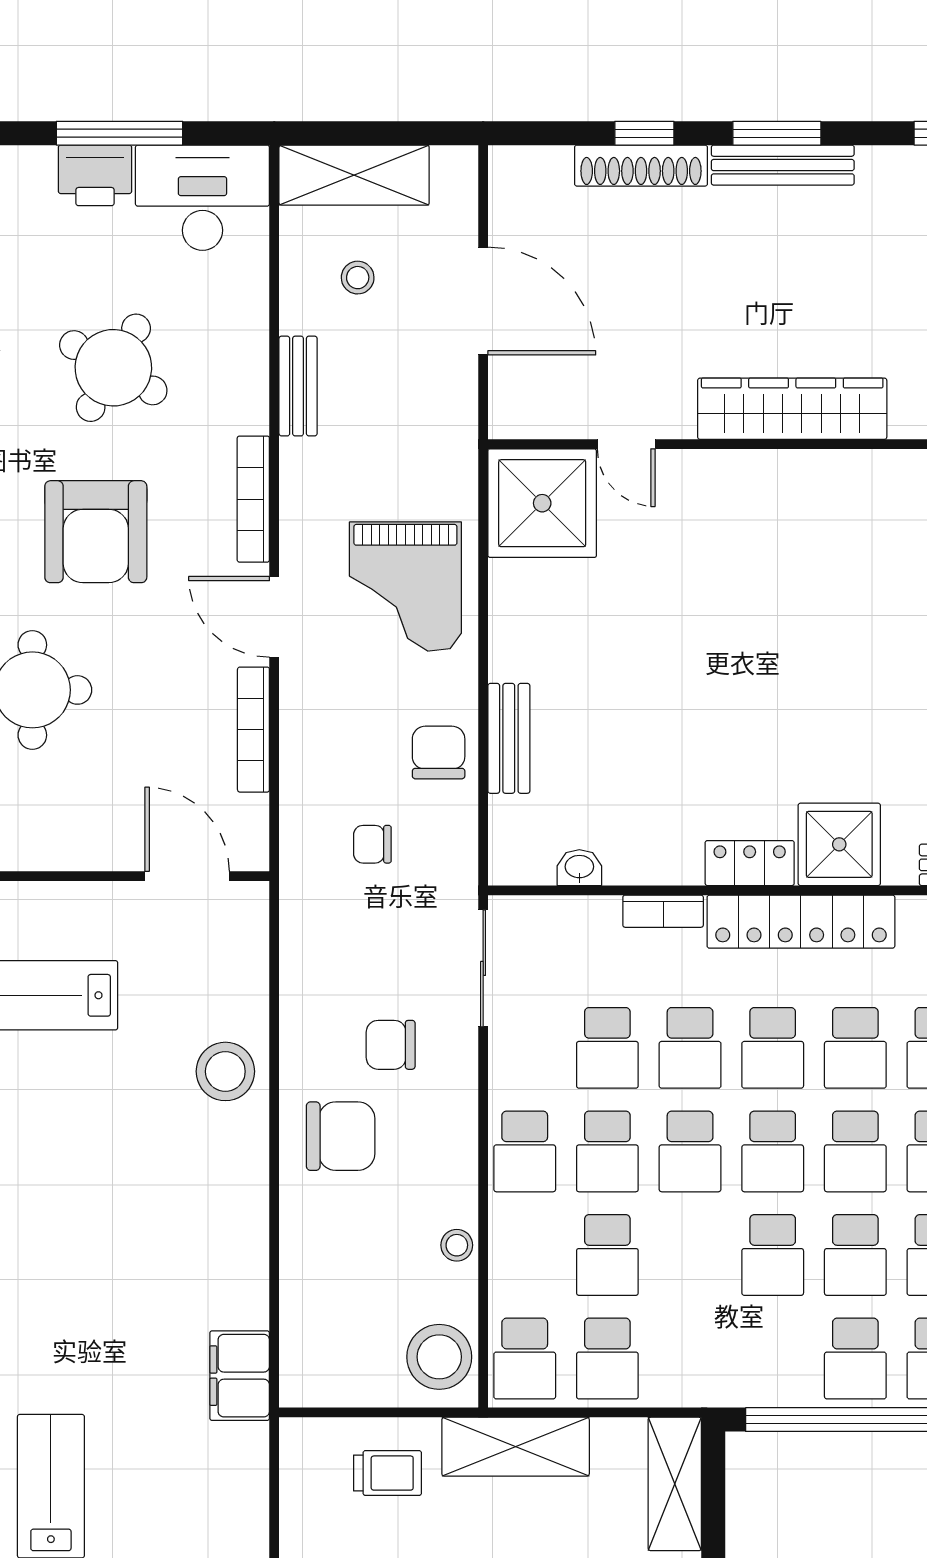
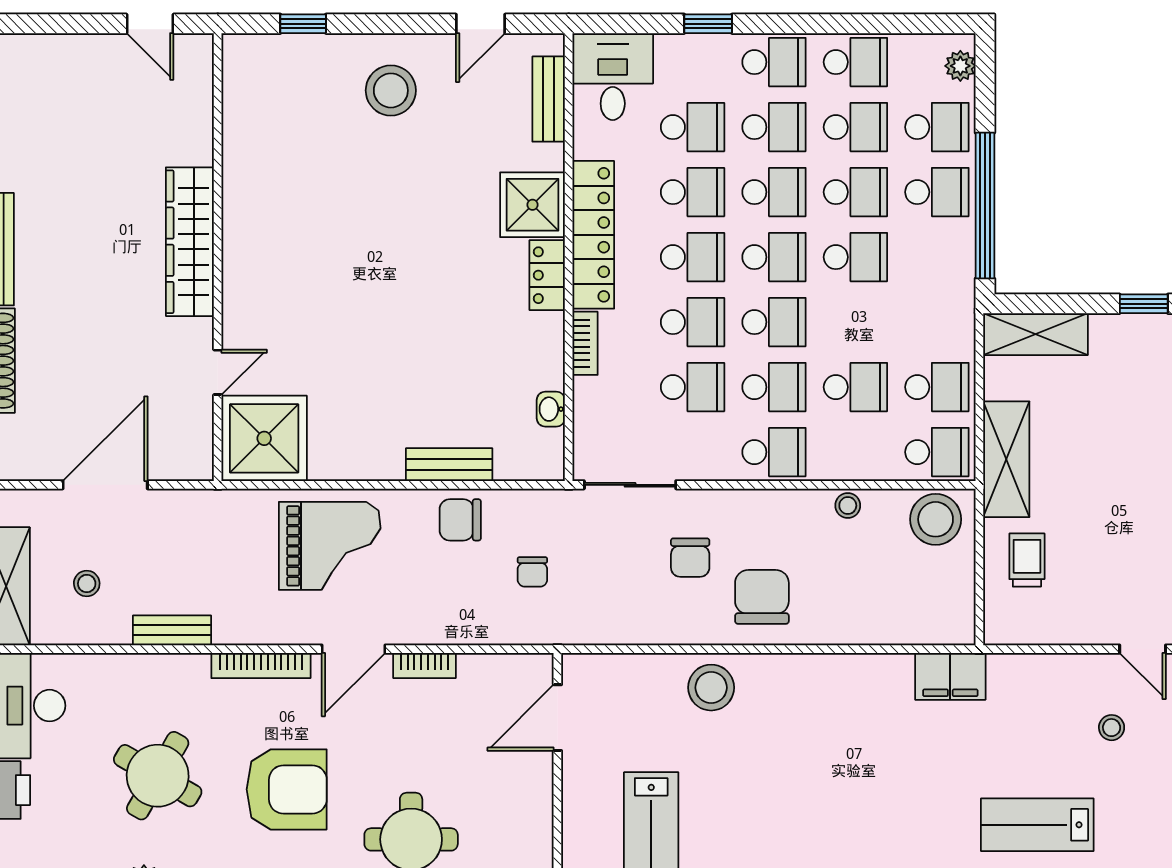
bookcase: (253, 730) -> (425, 665), width x0.64

